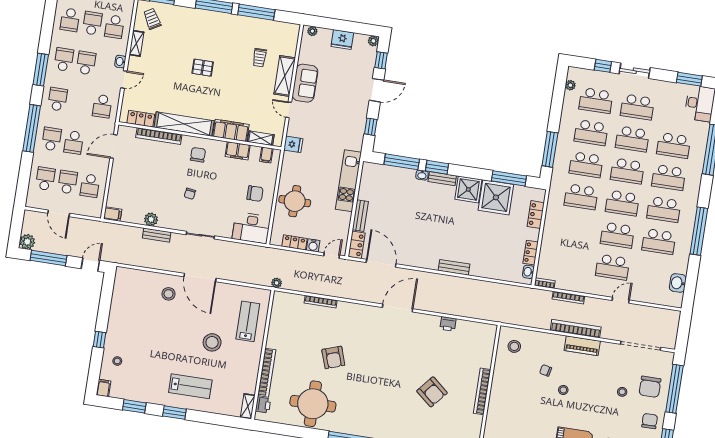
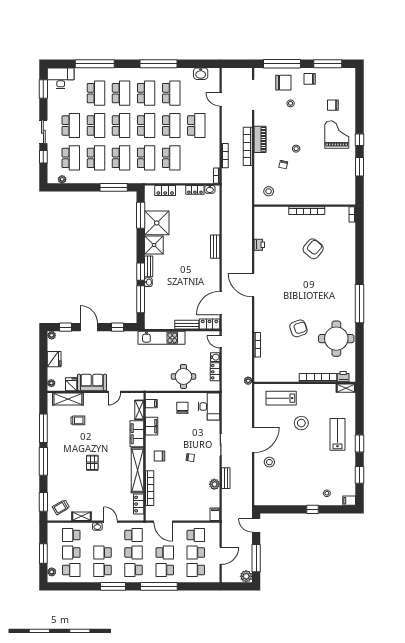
school desk: (115, 27) -> (71, 535), turned 180
shelving: (285, 76) -> (68, 399), moved
school desk: (80, 103) -> (134, 553), added
fridge: (293, 144) -> (71, 384), moved
school desk: (576, 229) -> (171, 158), added
door: (621, 300) -> (221, 99), moved

